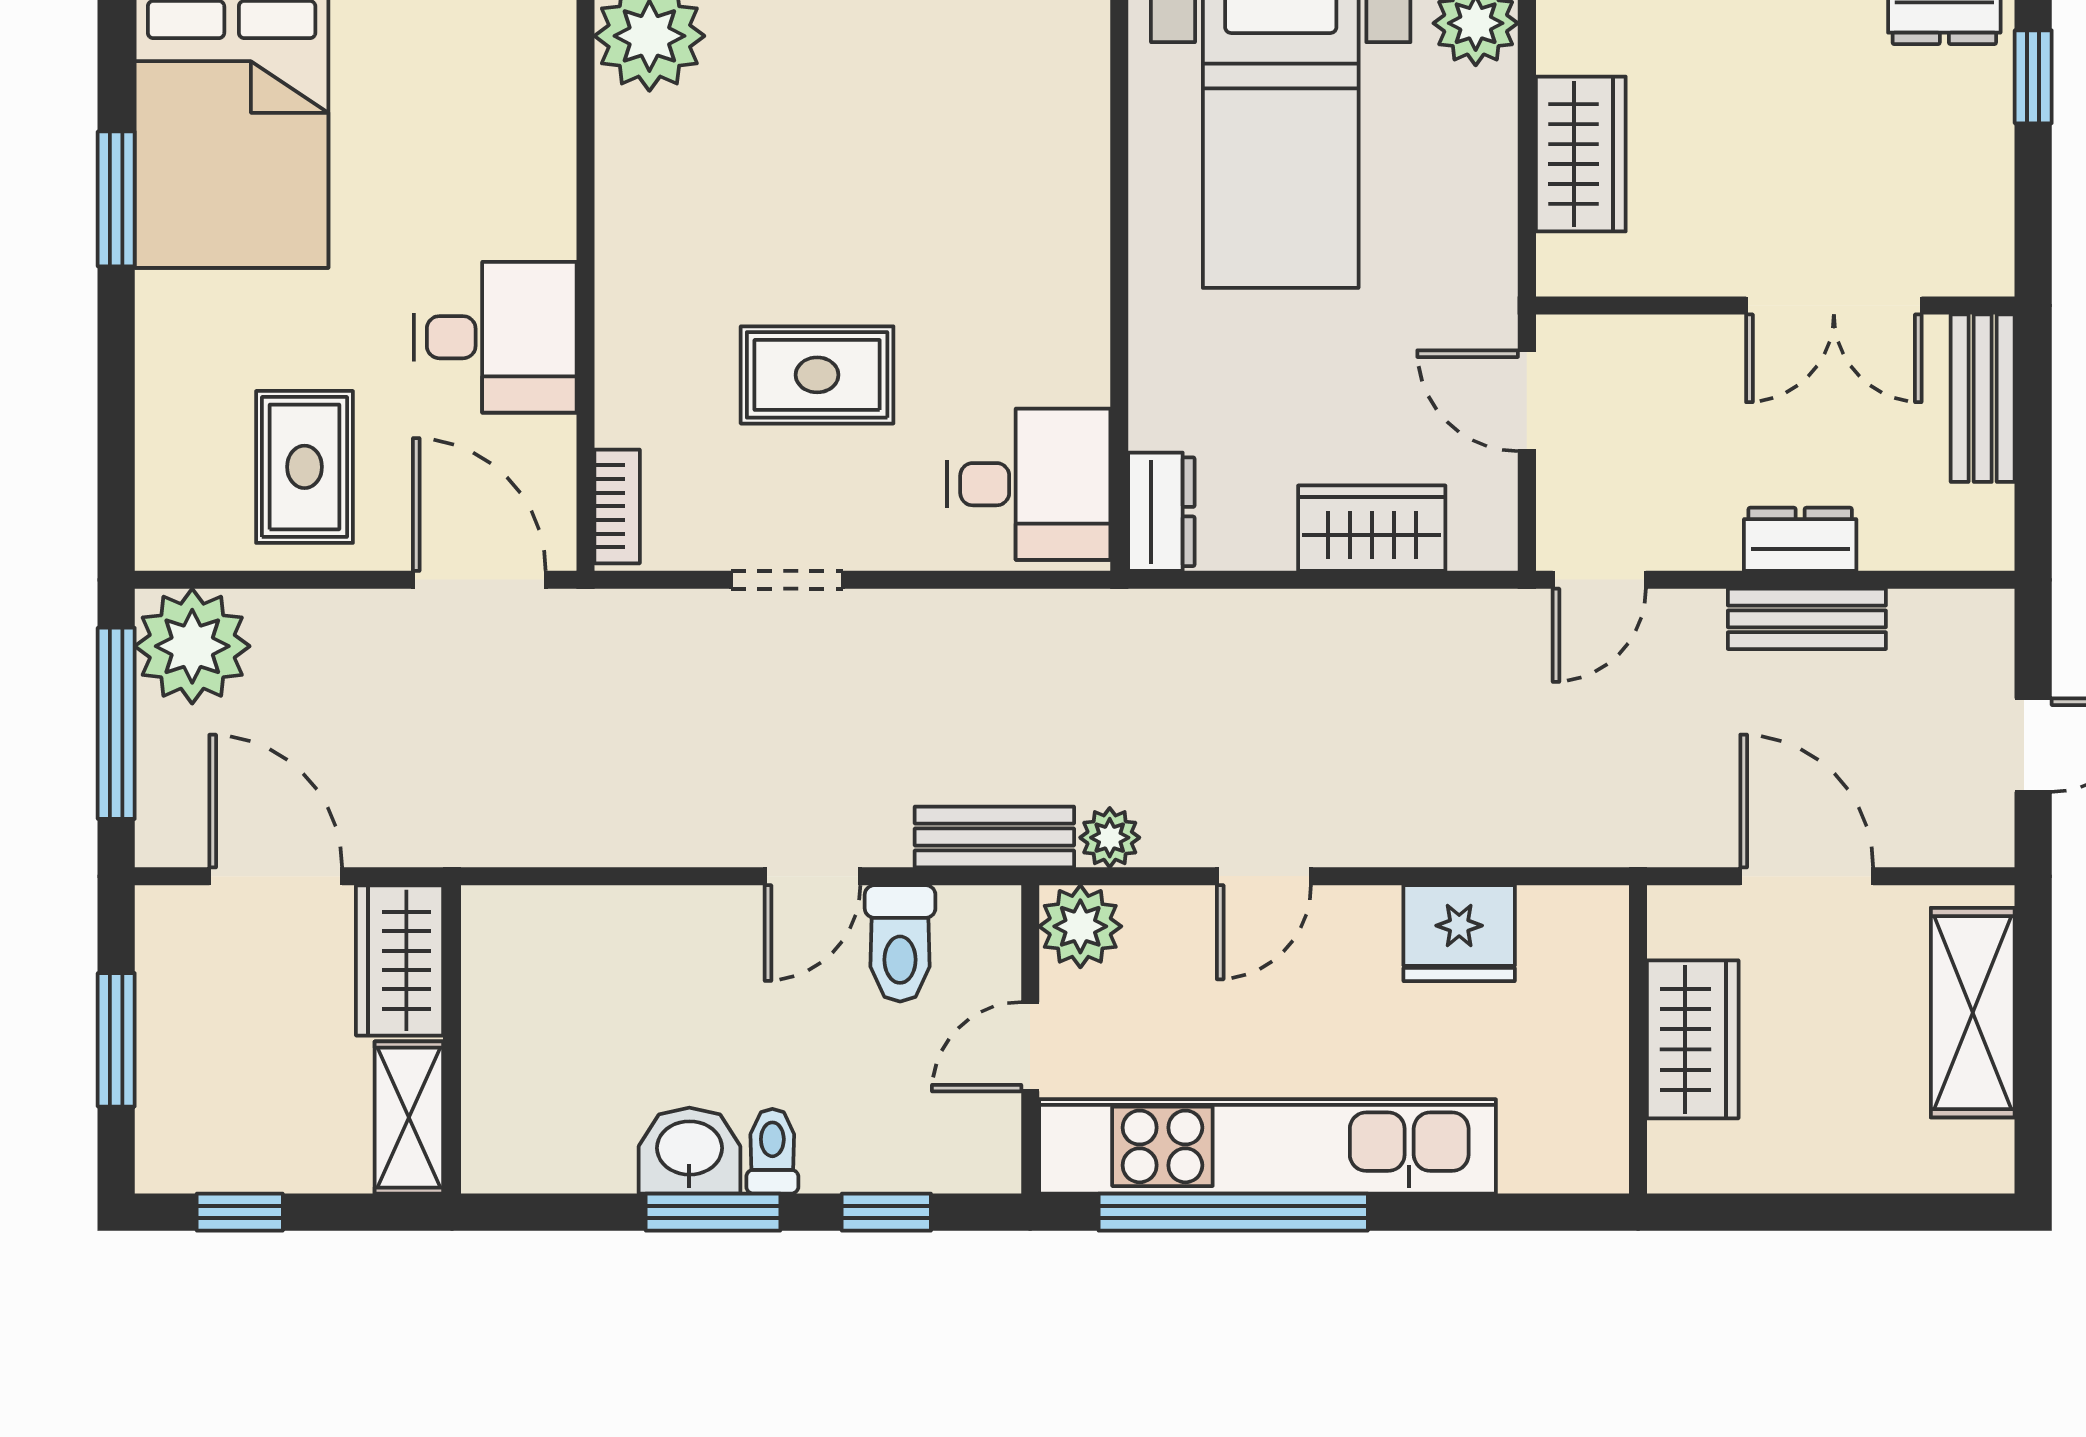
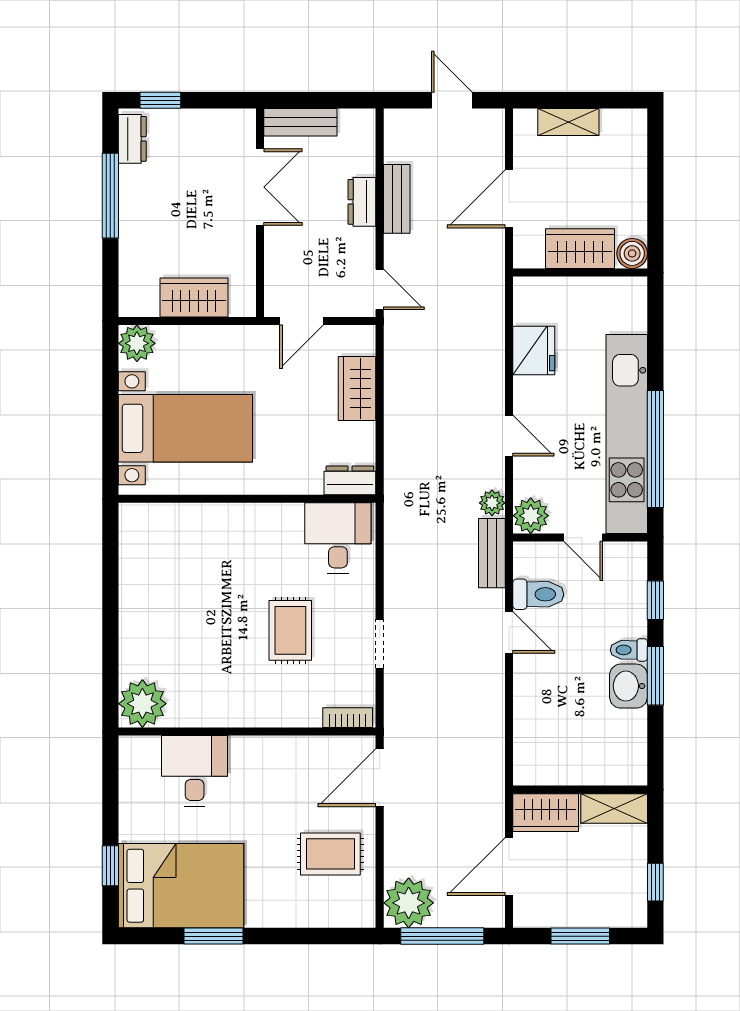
desk: (495, 337) -> (195, 771), moved
shelving: (1973, 1013) -> (568, 122), width x0.67, depth x0.75
boiler: (1682, 1159) -> (632, 253), added

